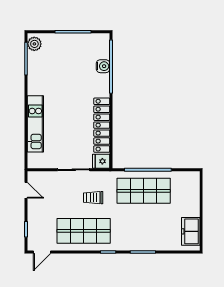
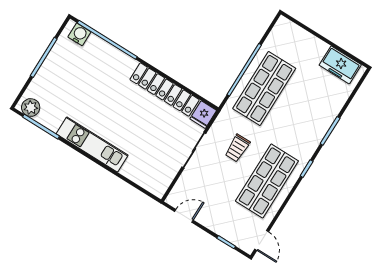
water cooler: (103, 66) -> (79, 34), moved
kitchen unit: (35, 124) -> (92, 144), moved

